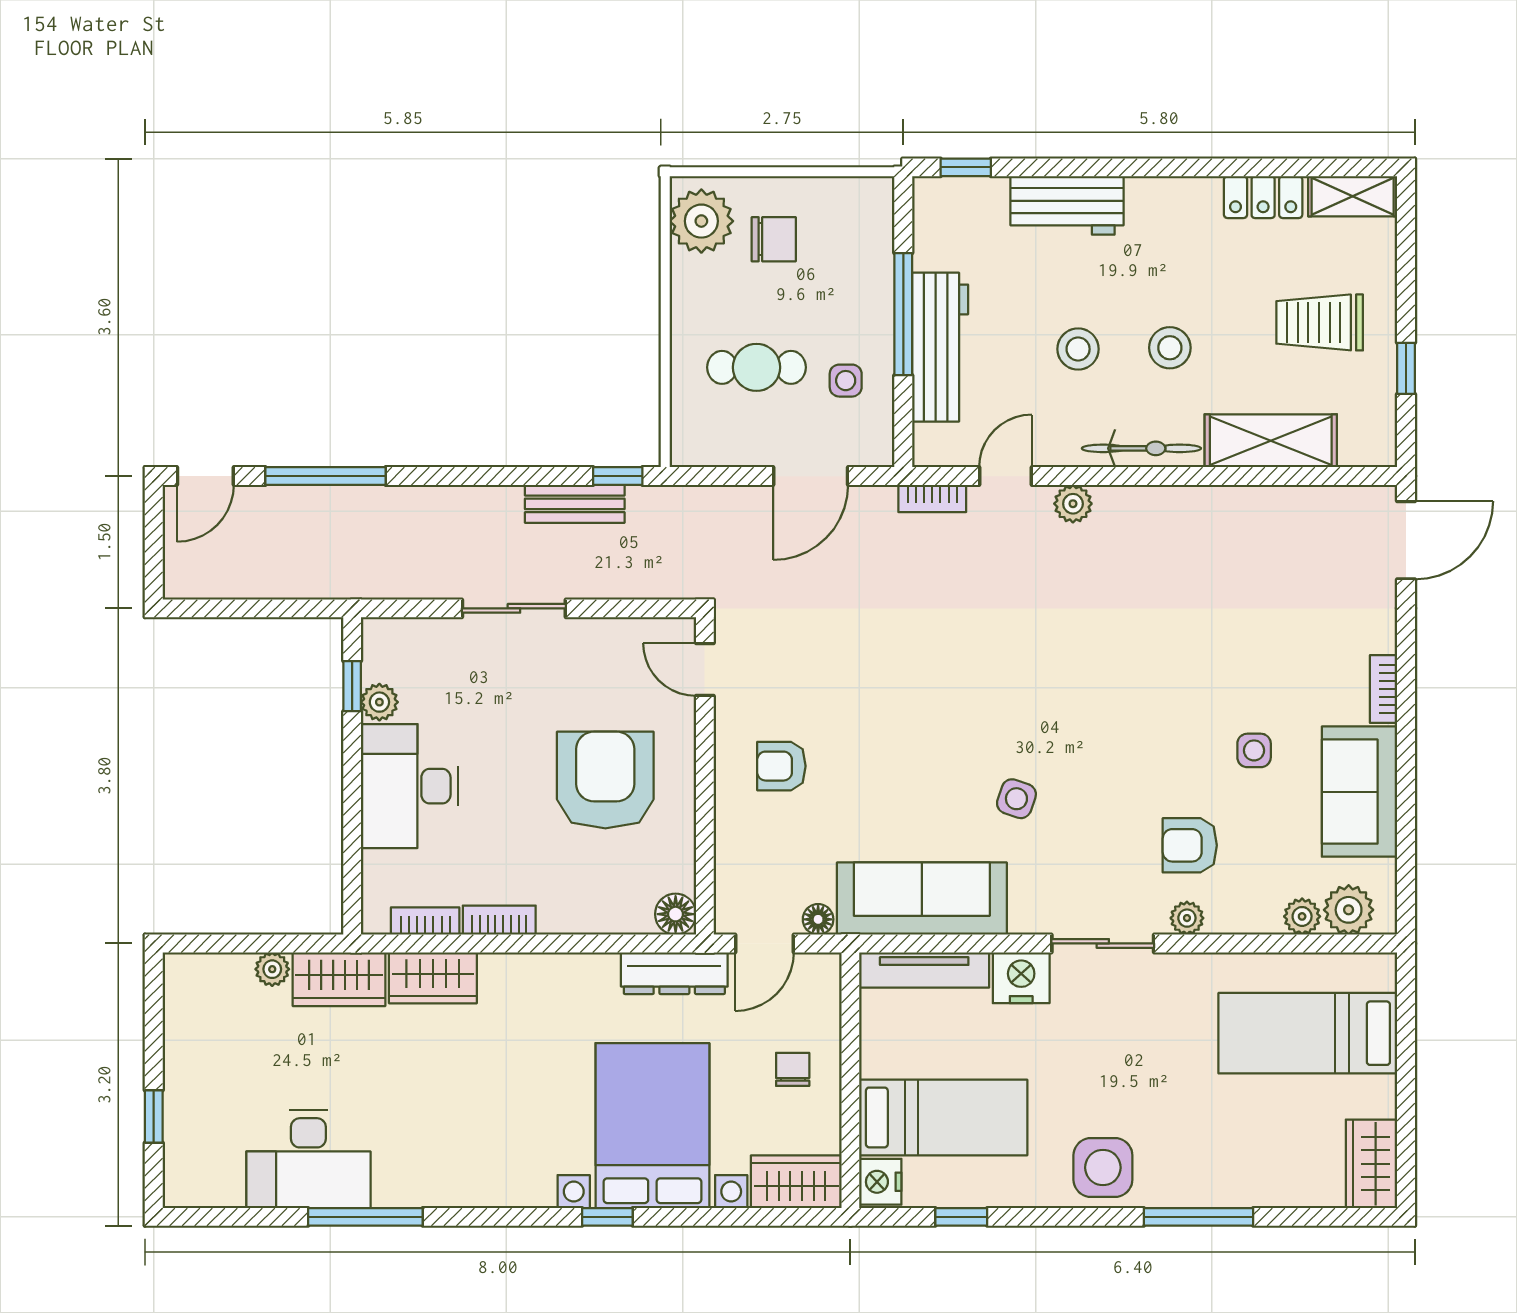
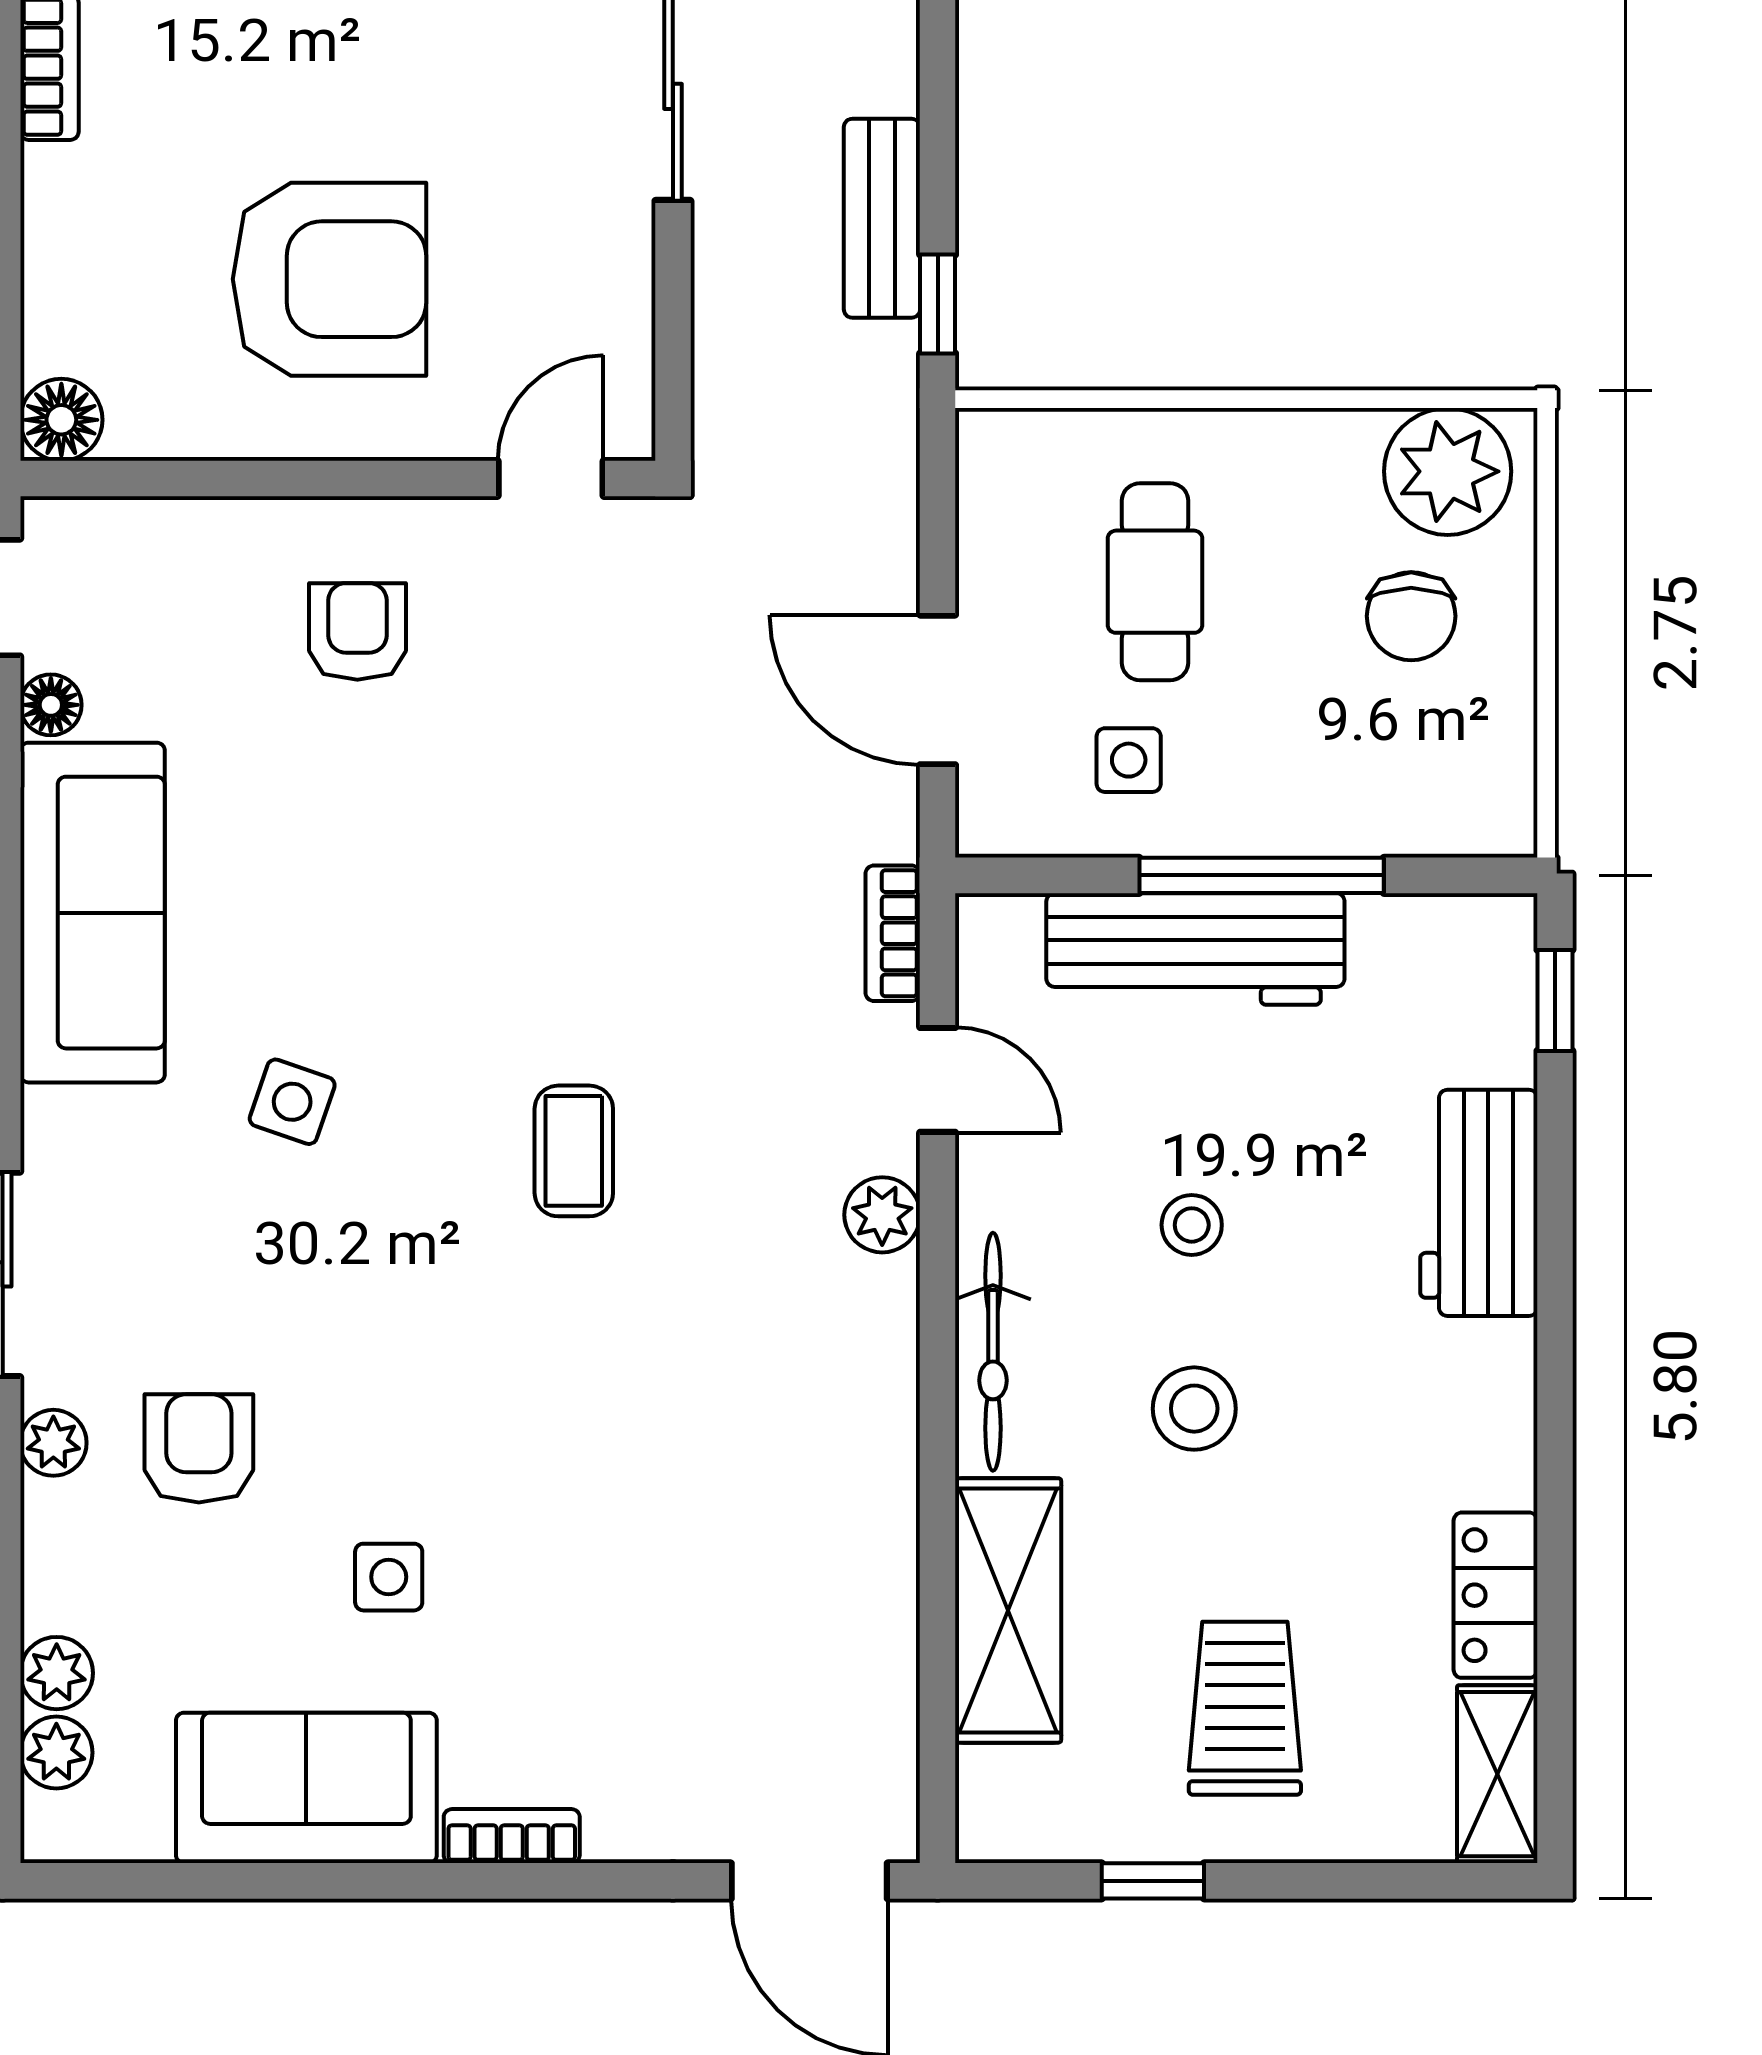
stool: (1078, 349) -> (1192, 1225), width x0.73, depth x0.73
coffee table: (1041, 658) -> (574, 1151), added
plant: (1349, 910) -> (56, 1753), width x0.73, depth x0.73

